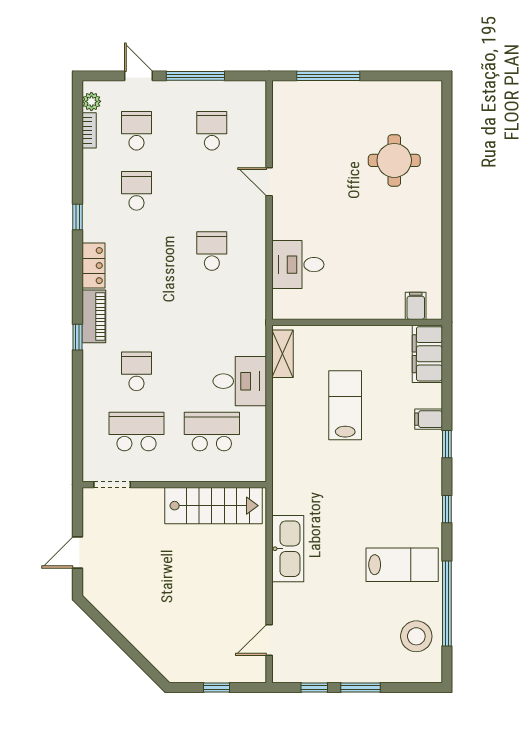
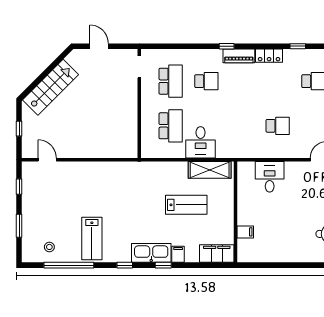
filing cabinet: (416, 306) -> (245, 232), moved
shelving: (282, 354) -> (210, 170), width x1.50, depth x1.33
stairs: (214, 506) -> (50, 87), moved, turned -135
kitchen sink: (288, 549) -> (151, 253), moved, turned 180
stool: (416, 636) -> (49, 247), width x0.53, depth x0.53
window: (360, 687) -> (19, 226), moved

